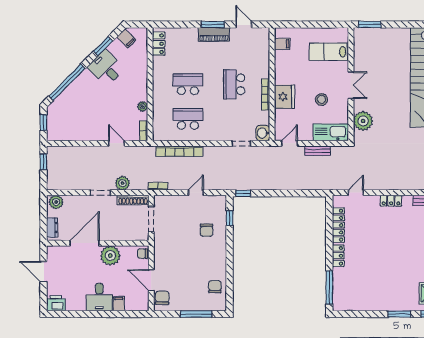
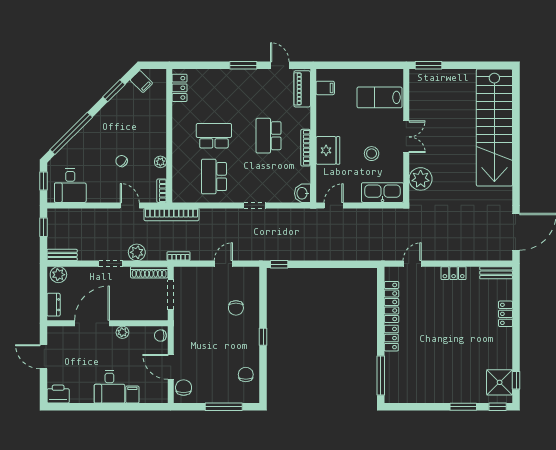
piano: (214, 34) -> (302, 89), moved, turned 90
desk: (106, 68) -> (70, 186), moved, turned -135
chair: (110, 106) -> (122, 161), added
school desk: (188, 119) -> (214, 177), turned -90
doorway: (241, 143) -> (255, 205), moved
bookcase: (179, 151) -> (171, 215), moved
bench: (318, 151) -> (62, 255), moved
window: (230, 218) -> (263, 337), moved
plant: (110, 256) -> (122, 332), width x0.53, depth x0.53

